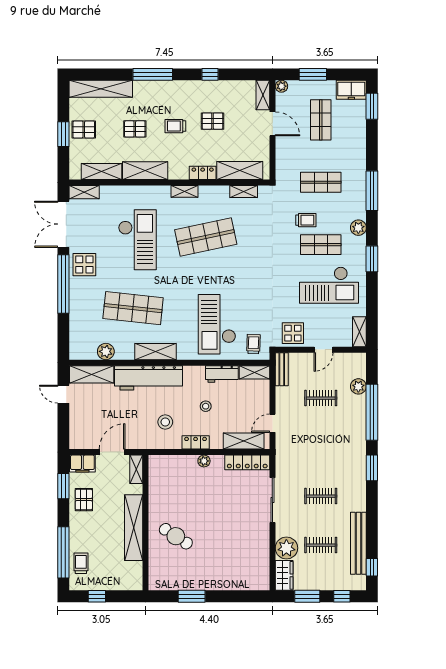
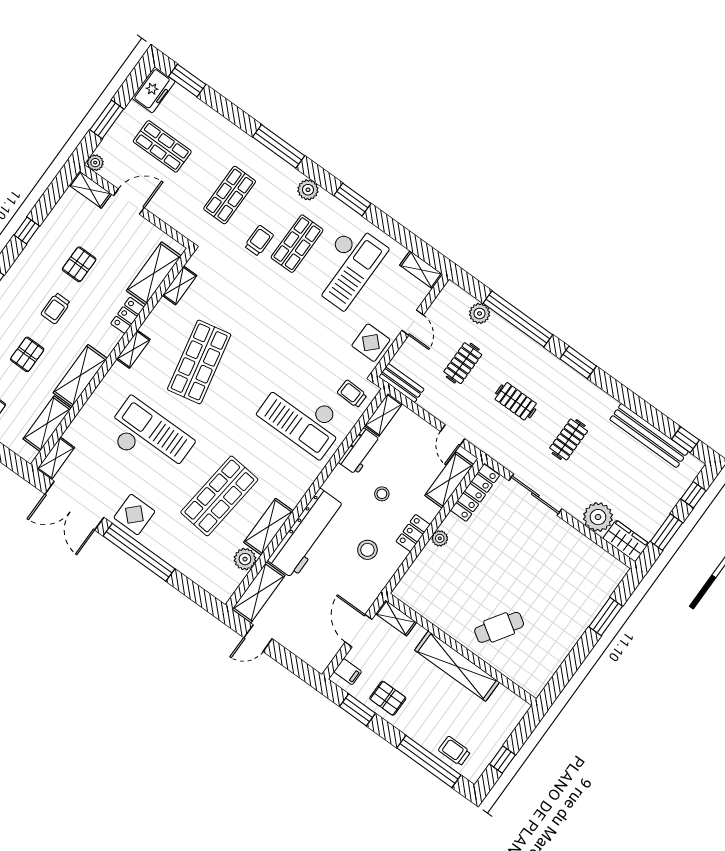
shelving: (155, 352) -> (268, 527), moved
filing cabinet: (82, 464) -> (348, 672), width x0.50
clothes rail: (321, 545) -> (516, 401), moved, turned 90
window: (192, 596) -> (606, 616), moved

